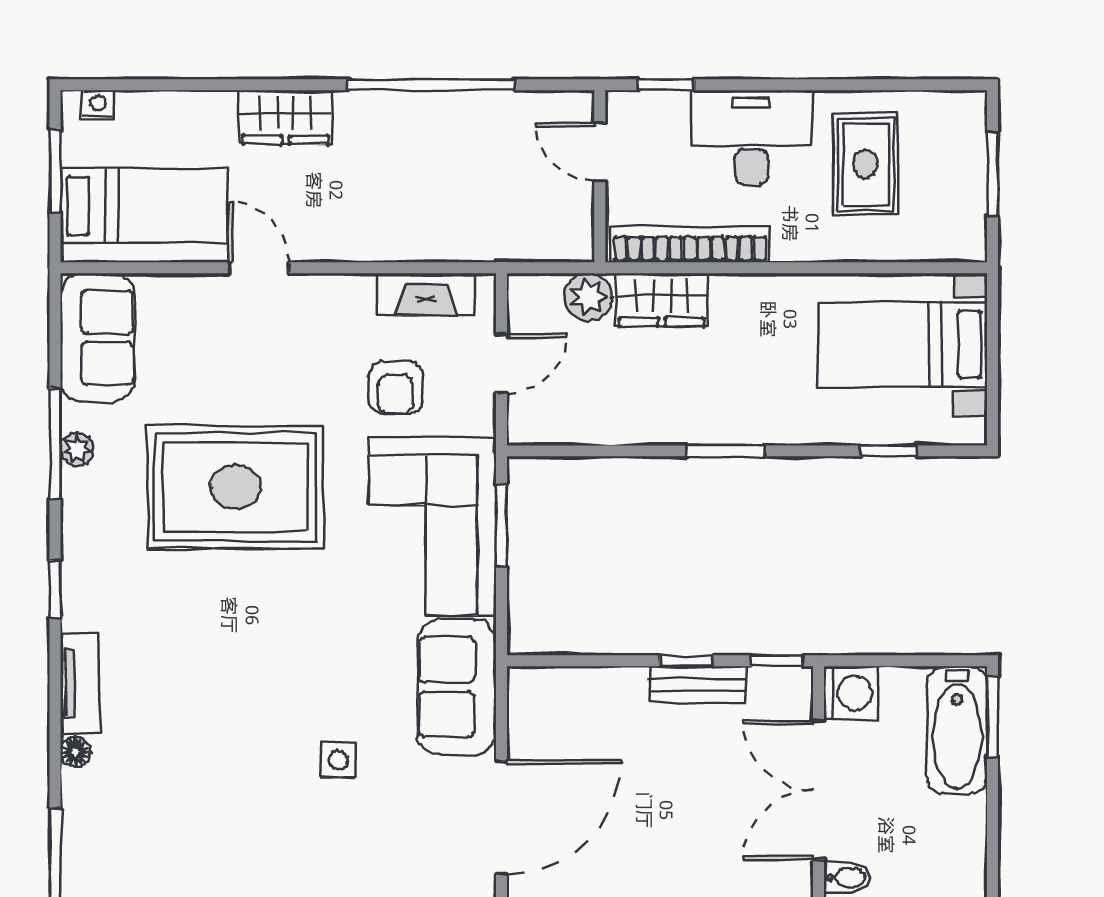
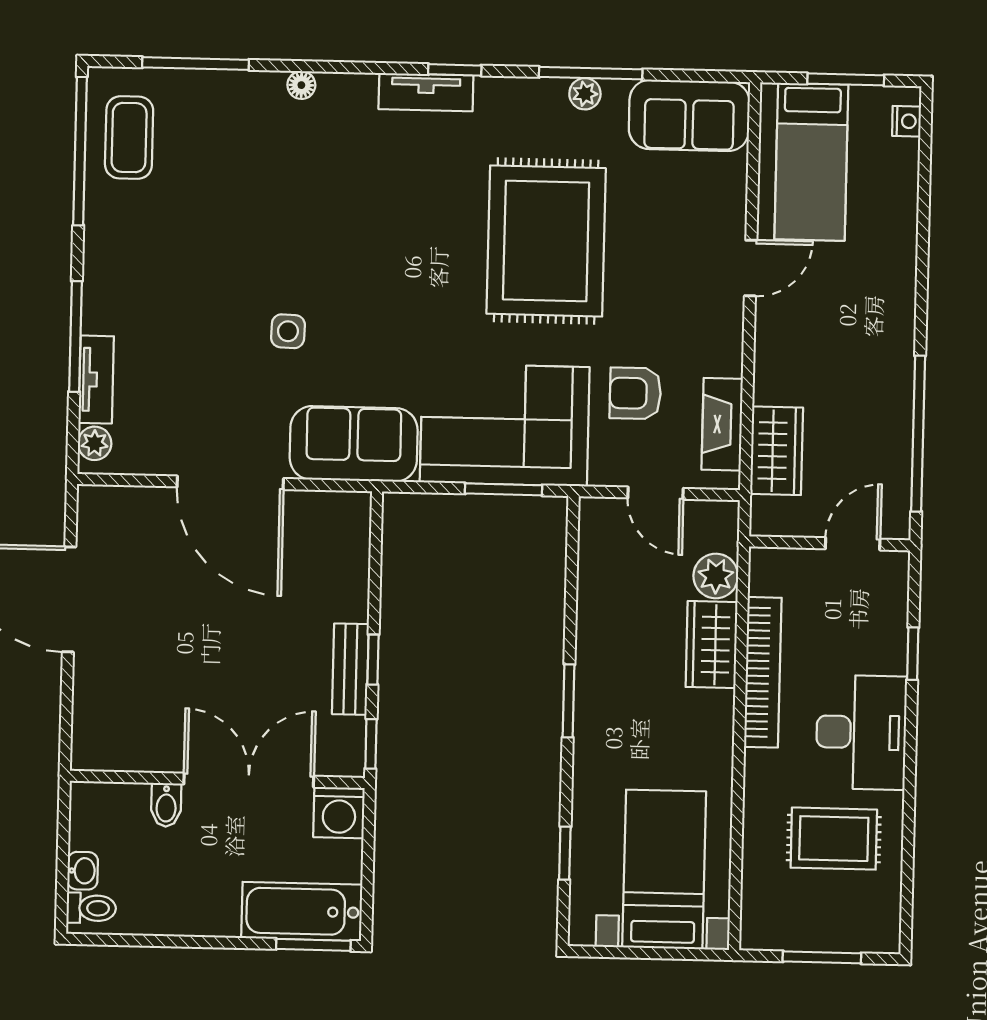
wardrobe: (286, 117) -> (777, 451), moved, turned 180
door: (600, 152) -> (853, 544), moved
wall: (600, 176) -> (830, 543), moved
tv unit: (80, 683) -> (426, 92), moved

